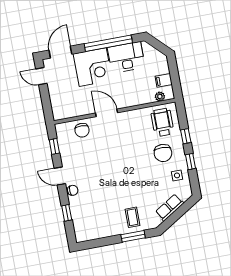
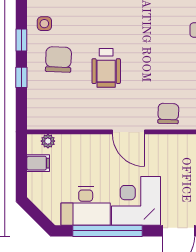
wheelchair: (162, 122) -> (106, 68), moved

